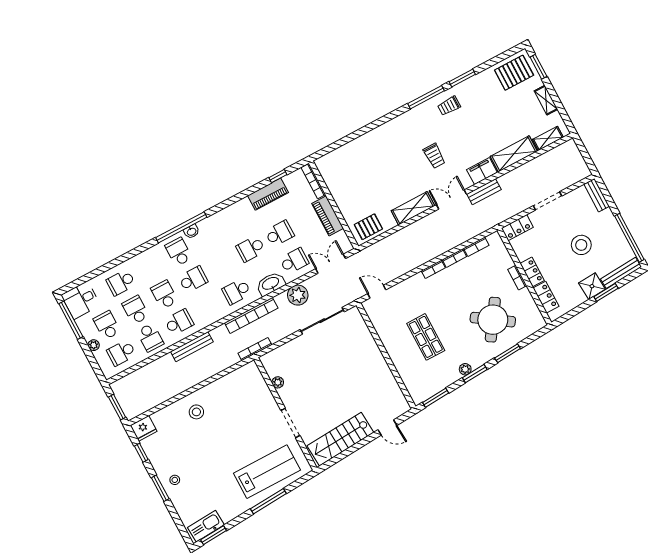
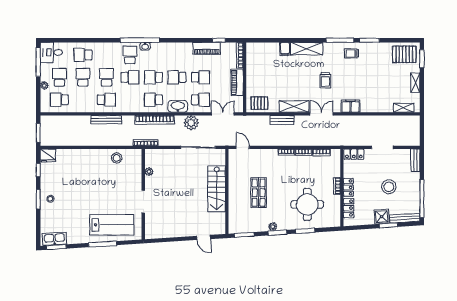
filing cabinet: (364, 144) -> (285, 49), added
shelving: (514, 154) -> (307, 49), moved
bench: (484, 192) -> (282, 120), moved
round table: (493, 320) -> (307, 204), turned -34
school desk: (150, 337) -> (153, 77), moved, turned 90
stool: (196, 412) -> (117, 158), moved
stairs: (340, 439) -> (217, 189), moved, turned -86

